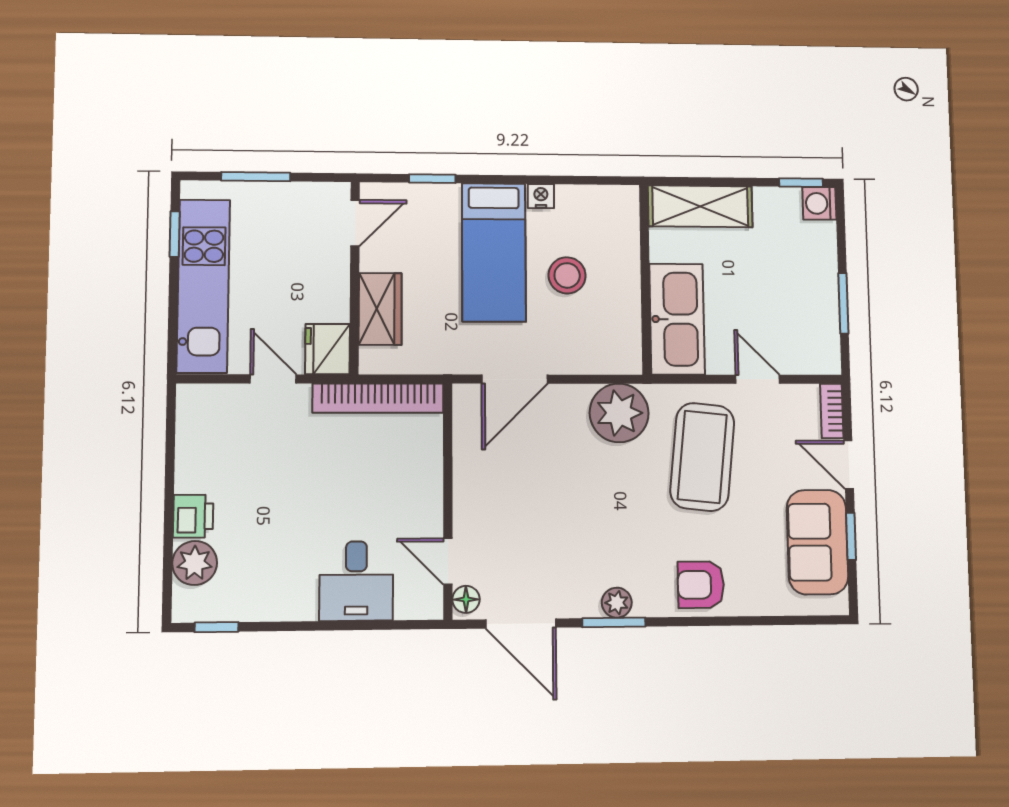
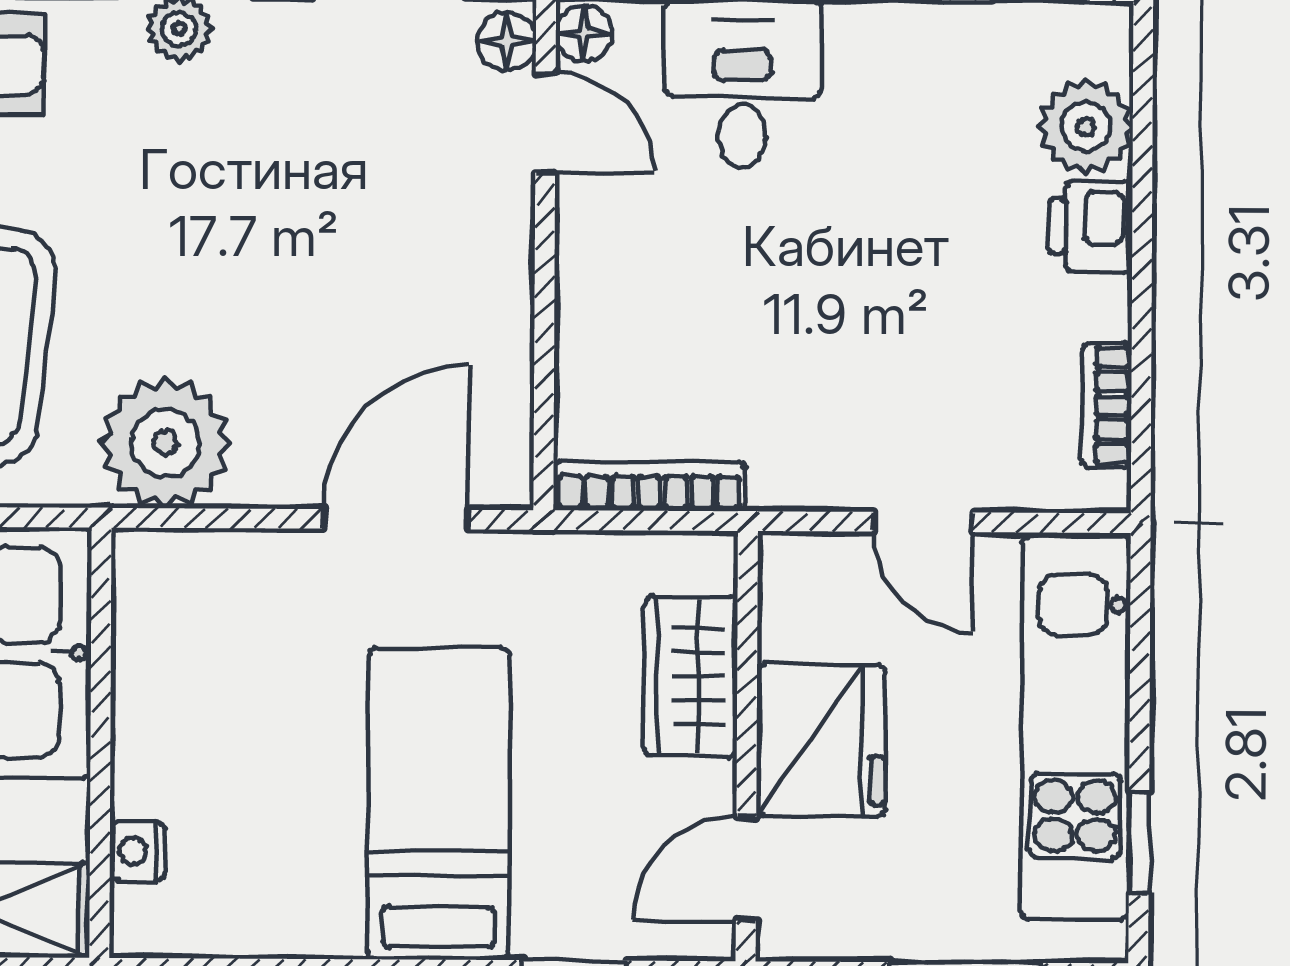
nightstand: (541, 196) -> (137, 851), moved, turned 90
stool: (567, 275) -> (276, 751), removed
fridge: (328, 349) -> (821, 741), moved, width x1.36, depth x1.34
bookcase: (378, 398) -> (649, 486), width x0.68, depth x0.76
bookcase: (187, 433) -> (1106, 405), added
floor lamp: (430, 603) -> (584, 34), added

